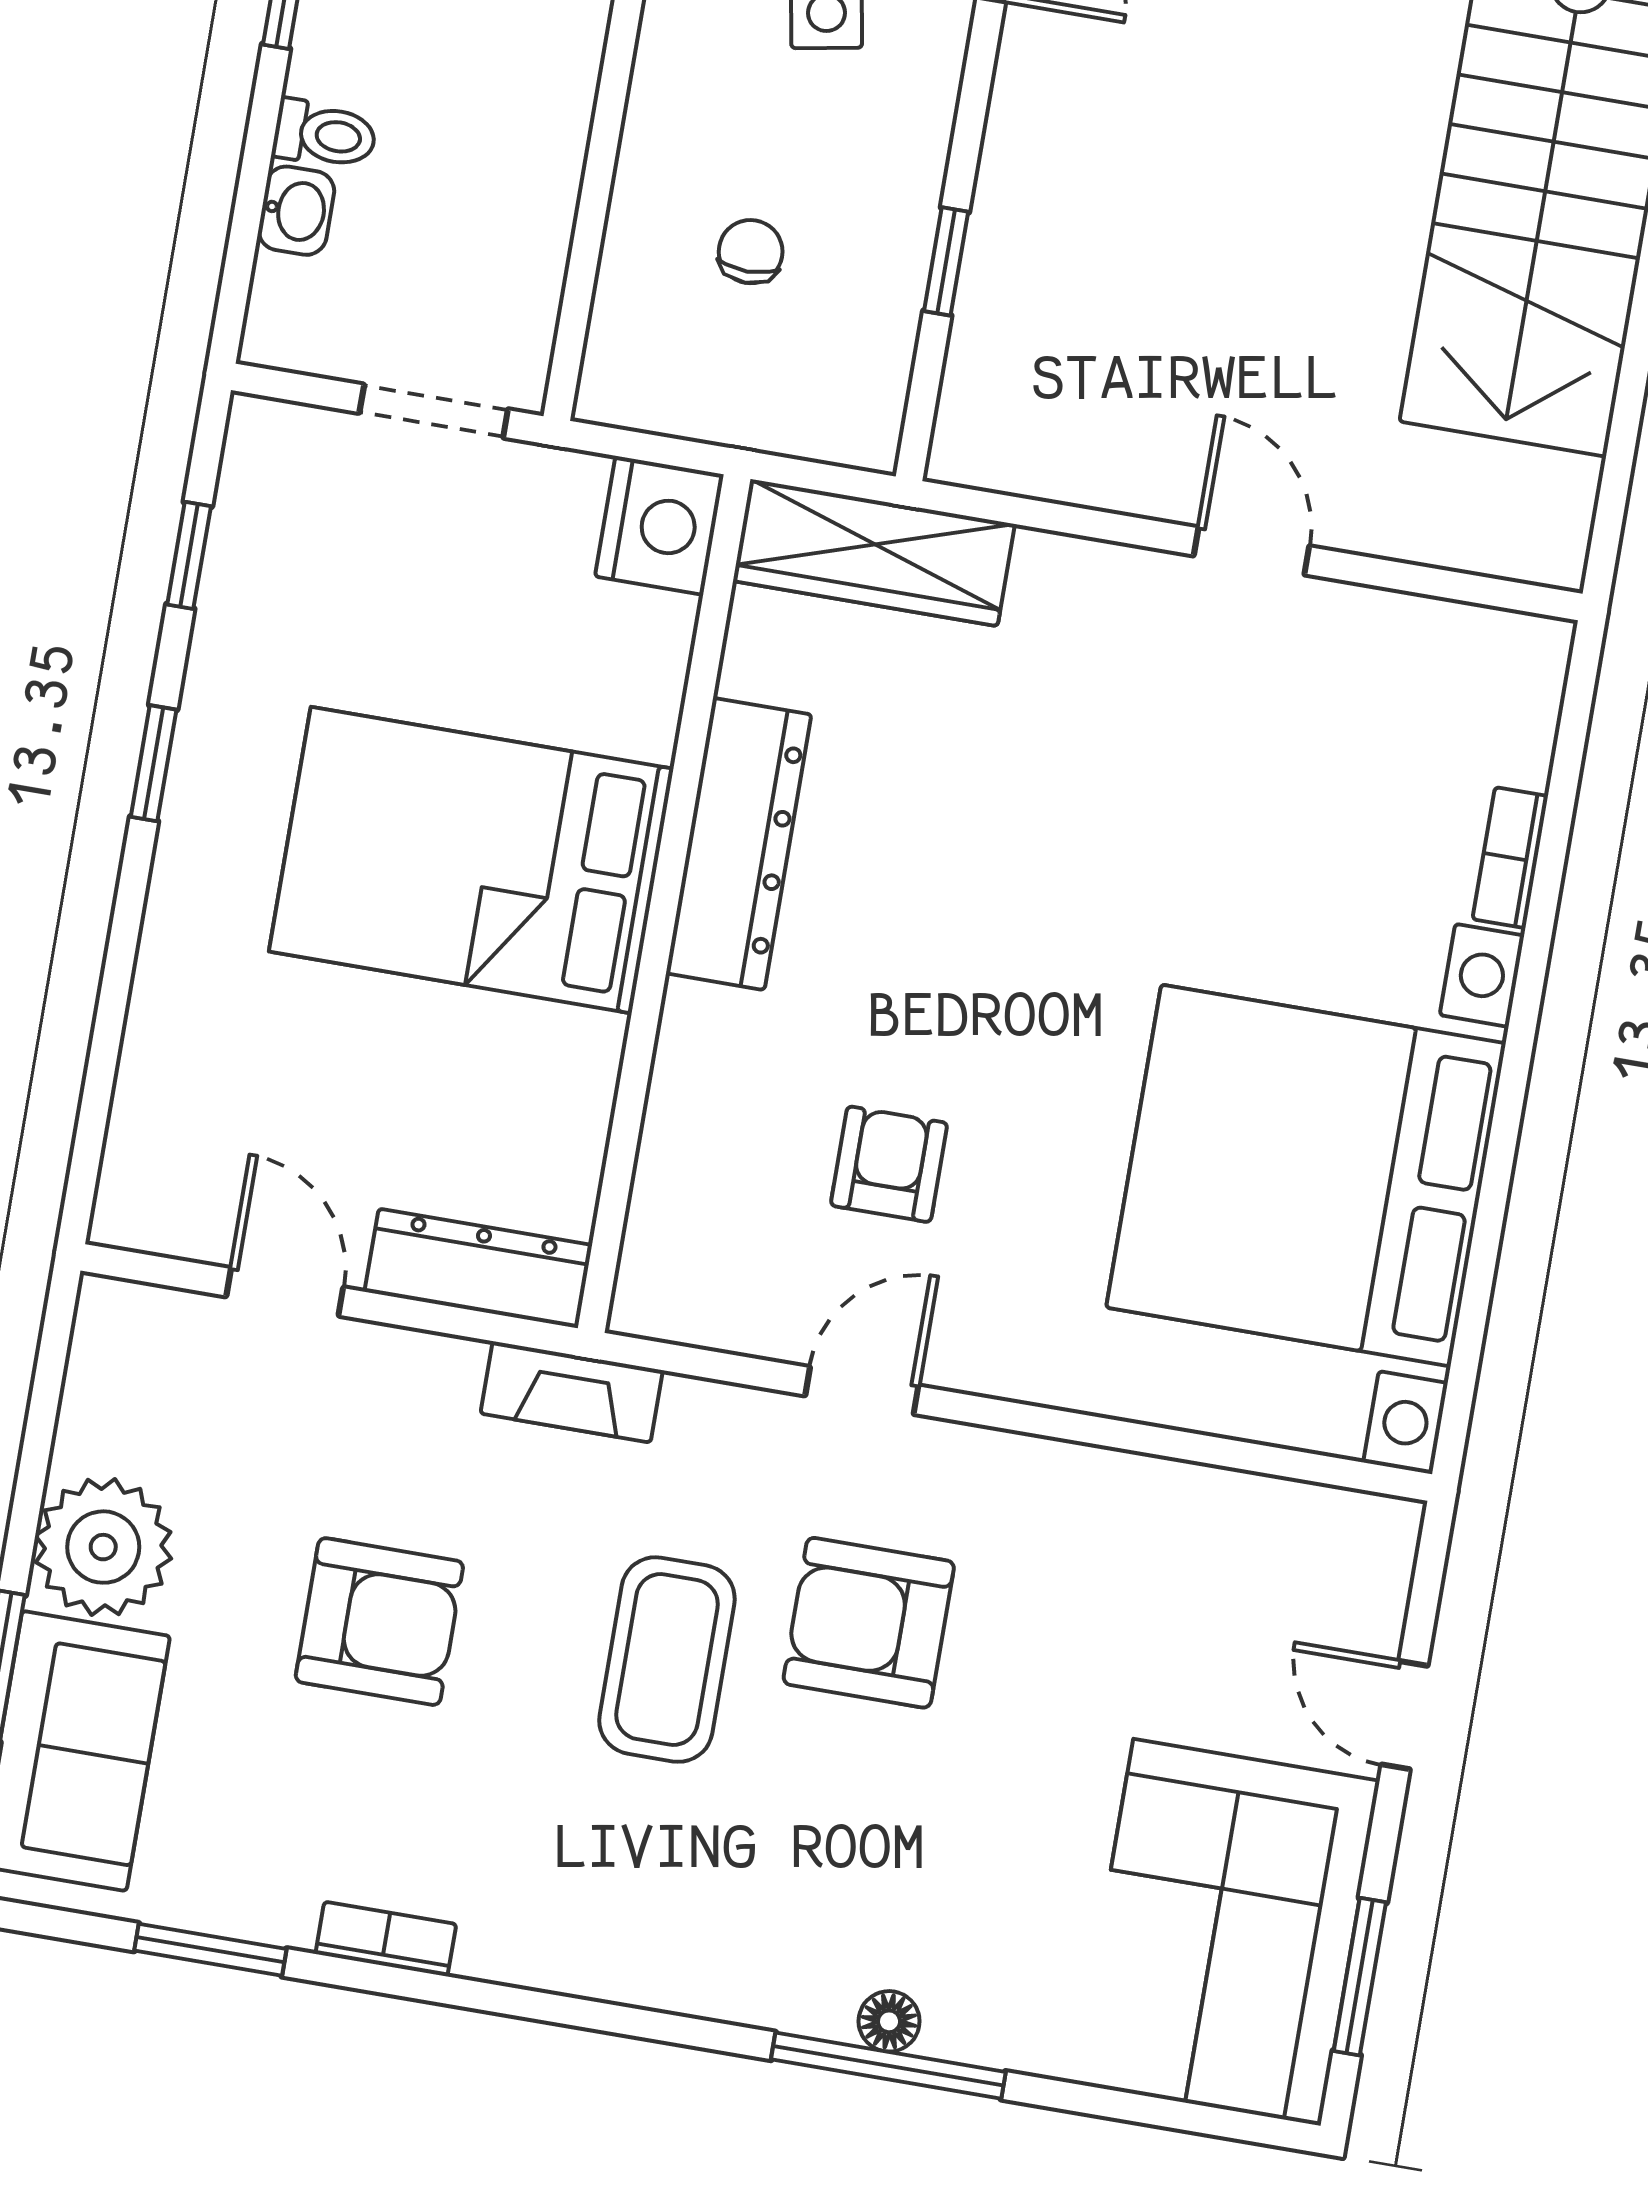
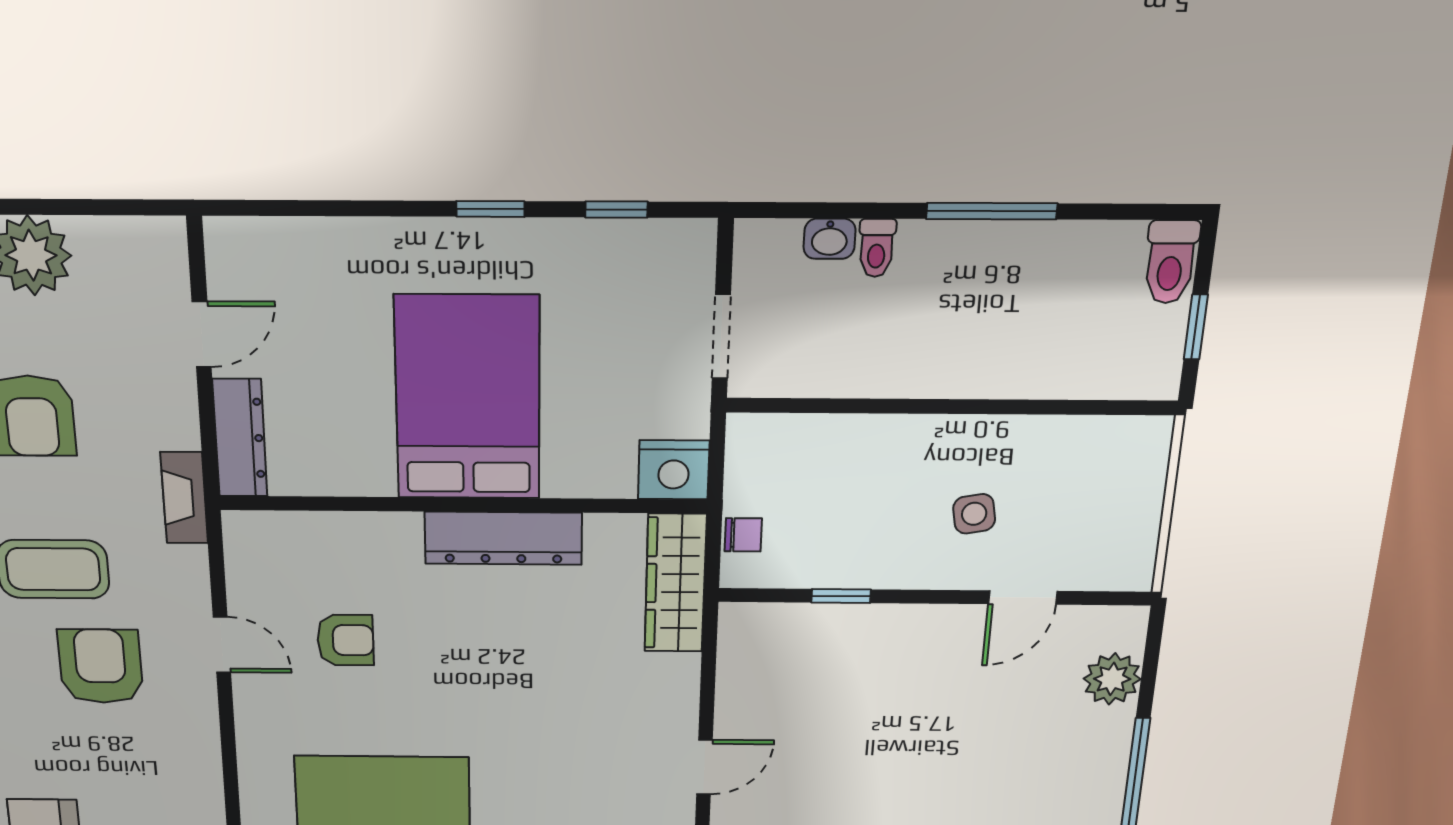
chair: (751, 252) -> (743, 535), moved

